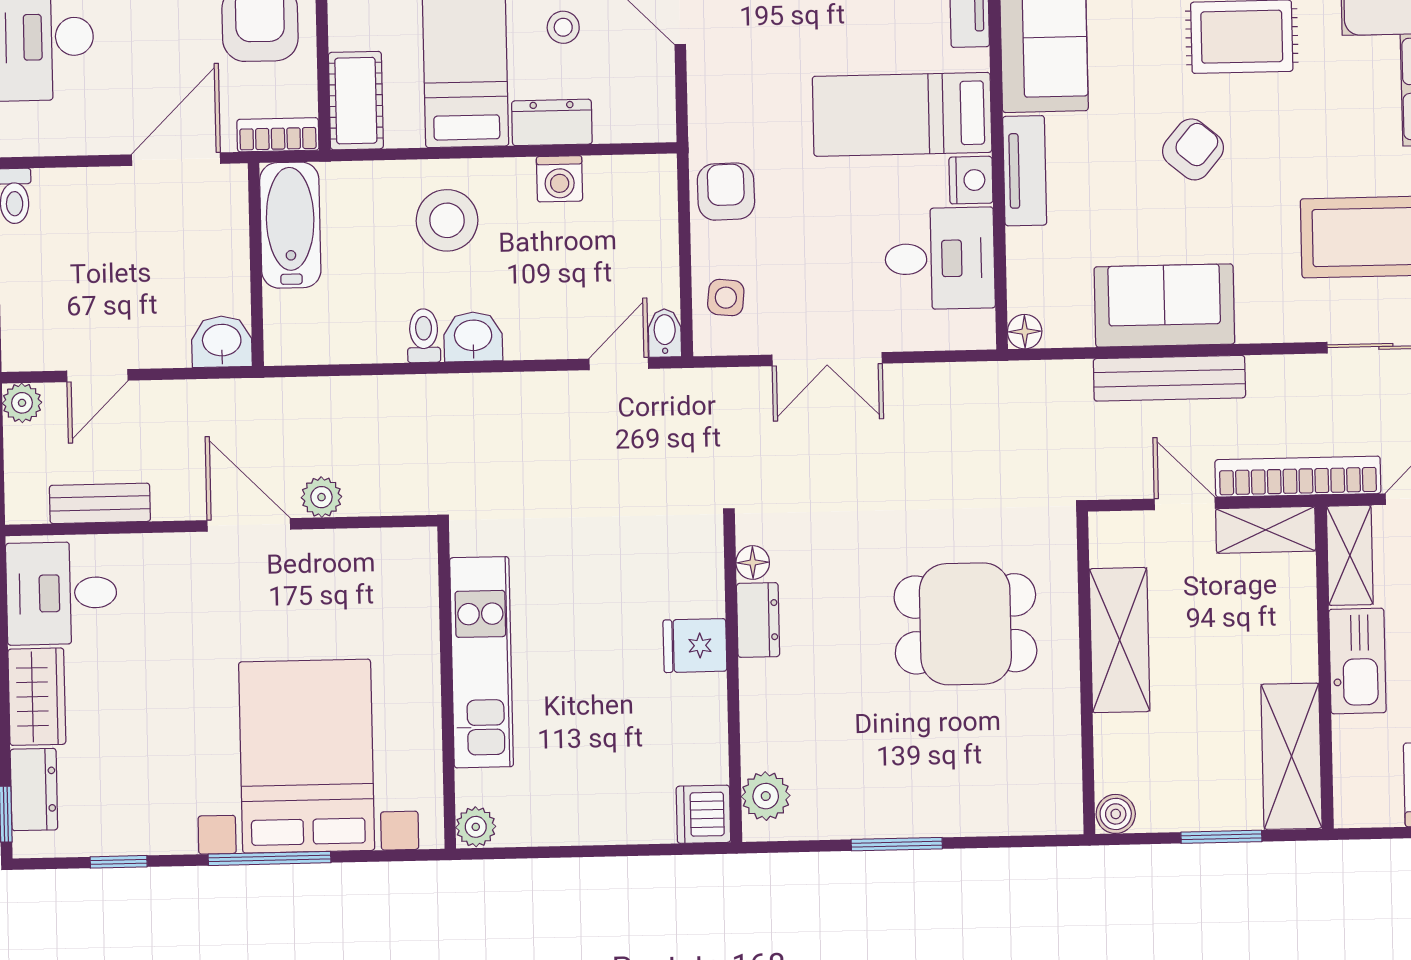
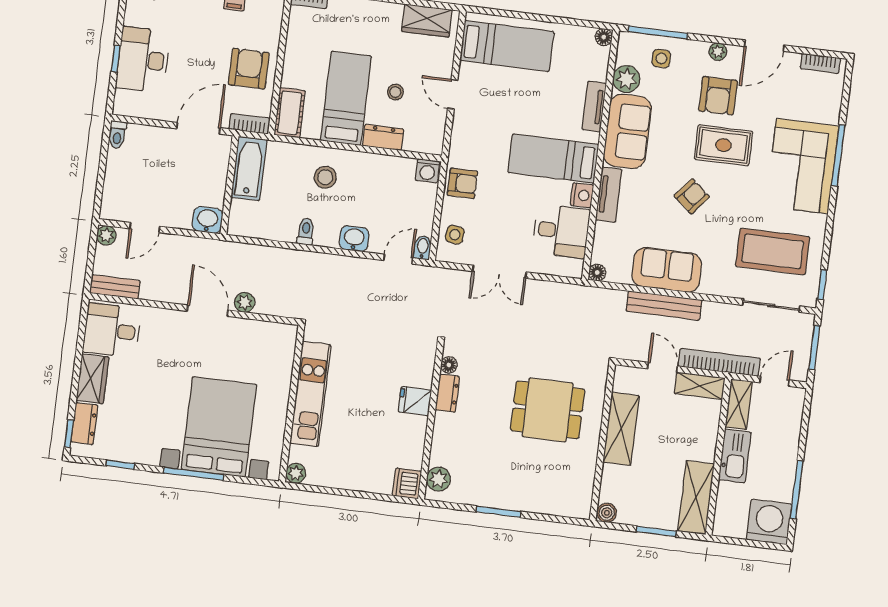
washing machine: (560, 179) -> (427, 171), moved
armchair: (726, 192) -> (462, 183), turned 91
stool: (447, 220) -> (325, 177), width x0.73, depth x0.73
washbasin: (473, 337) -> (354, 239), moved
bench: (100, 503) -> (115, 287), moved

